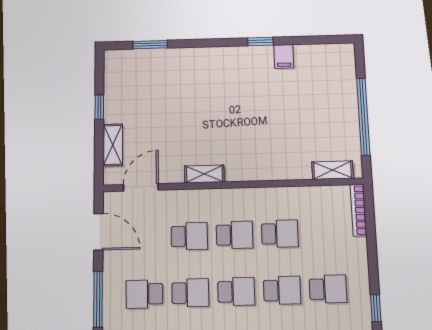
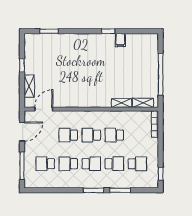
shelving: (204, 174) -> (122, 103), moved
door: (99, 232) -> (22, 132), hinge flipped
school desk: (280, 234) -> (114, 135), turned 180
school desk: (235, 235) -> (91, 135), turned 180
school desk: (189, 236) -> (68, 135), turned 180
school desk: (190, 293) -> (68, 164), turned 180

